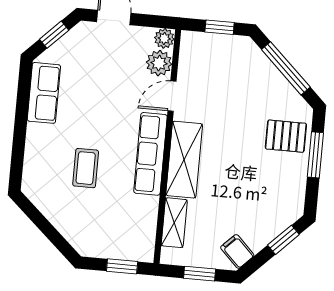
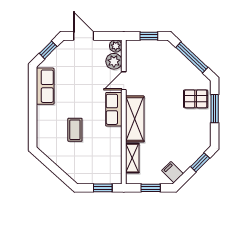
row of seats: (150, 154) -> (114, 109), width x0.68

